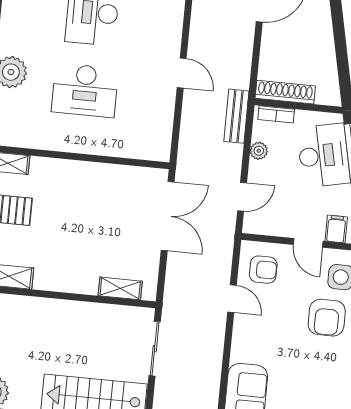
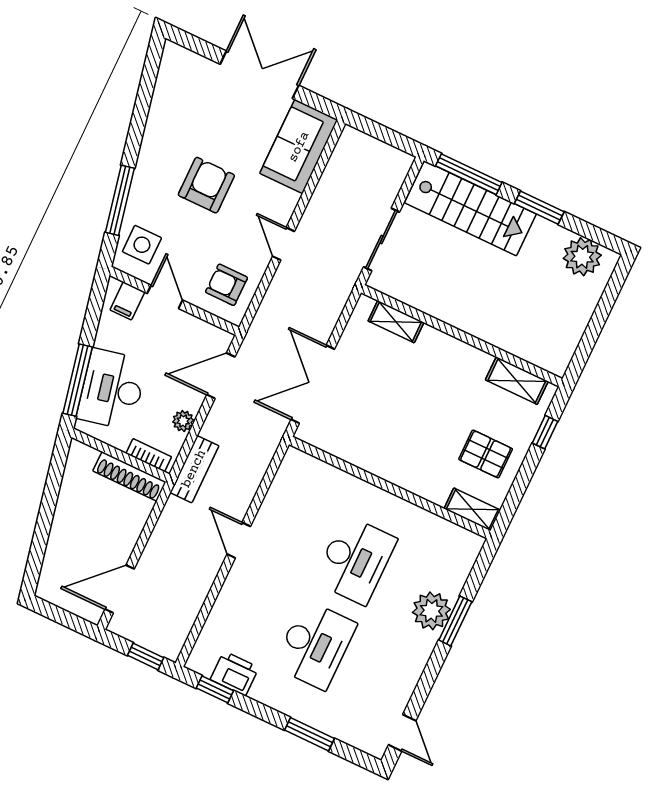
desk: (85, 90) -> (355, 560), turned 90
door: (242, 197) -> (221, 376), width x1.38
door: (232, 299) -> (284, 244), moved
armchair: (327, 318) -> (206, 185), moved

